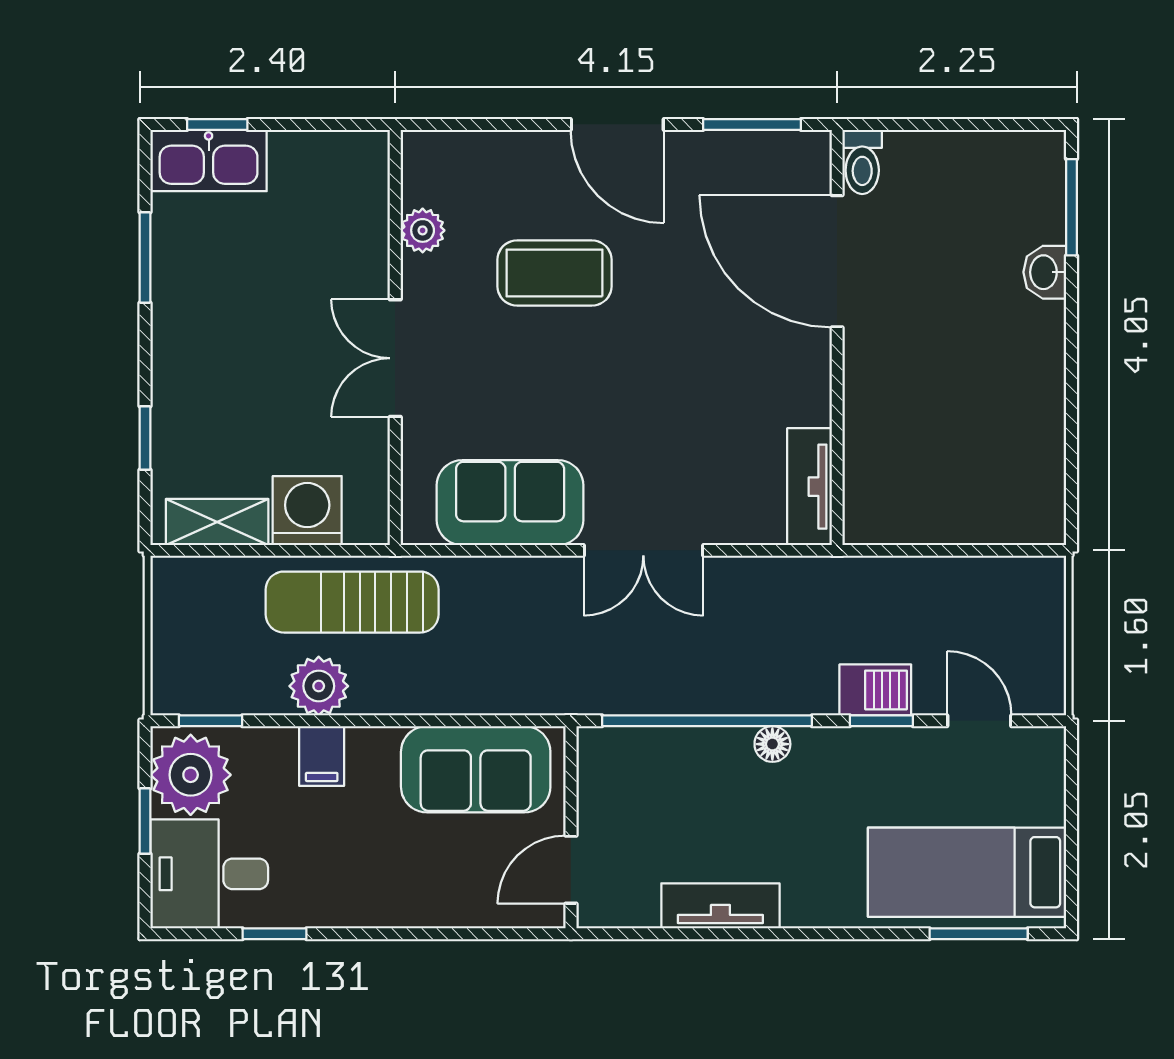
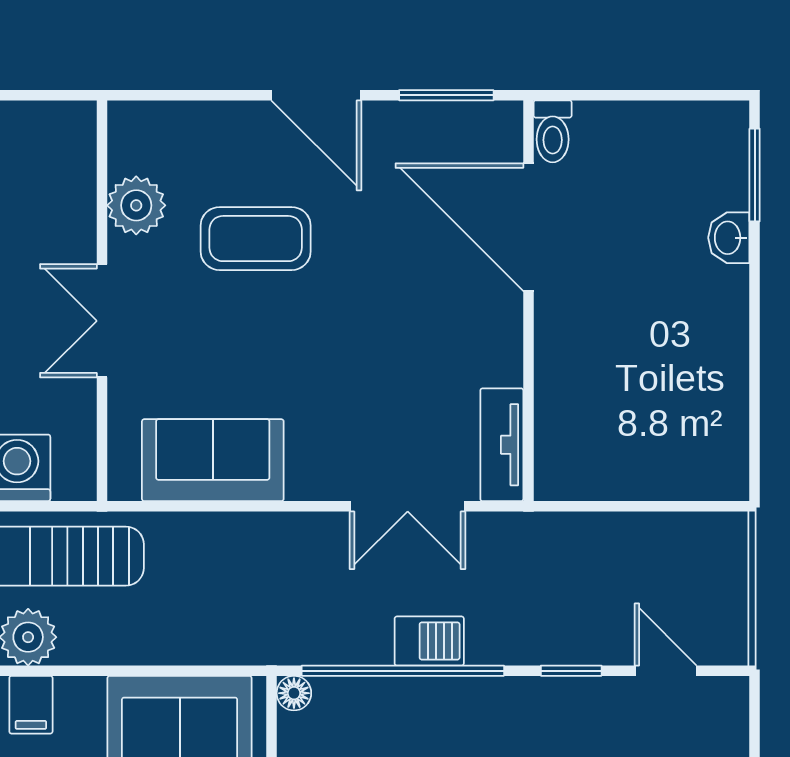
plant: (423, 230) -> (136, 205), width x1.38, depth x1.38
double door: (643, 550) -> (408, 506), moved
barbecue: (875, 690) -> (429, 641), moved
floor lamp: (772, 744) -> (294, 693), moved

